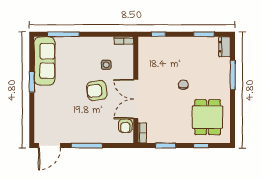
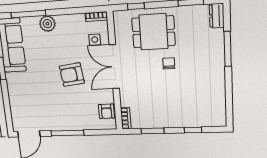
plant: (80, 44) -> (47, 24), added
side table: (106, 65) -> (95, 40), moved
double door: (136, 99) -> (114, 67), moved
dining table: (208, 117) -> (154, 32), moved, turned 90

